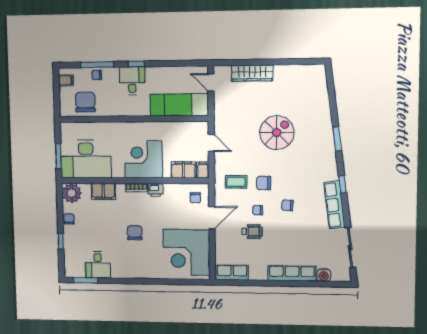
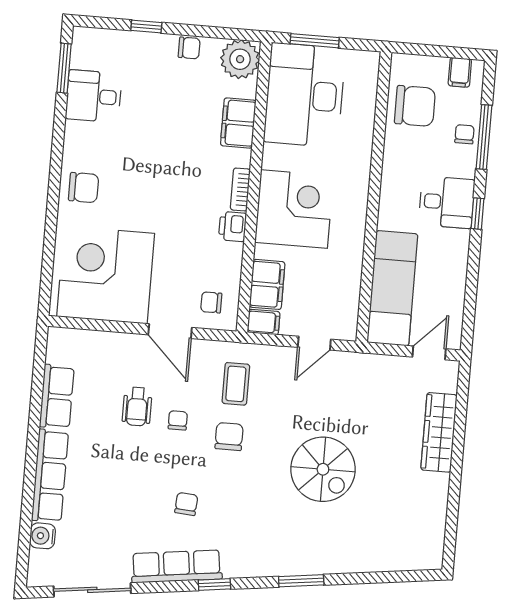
chair: (287, 205) -> (186, 504), moved
chair: (135, 233) -> (84, 188), moved
row of seats: (232, 272) -> (57, 397), moved

